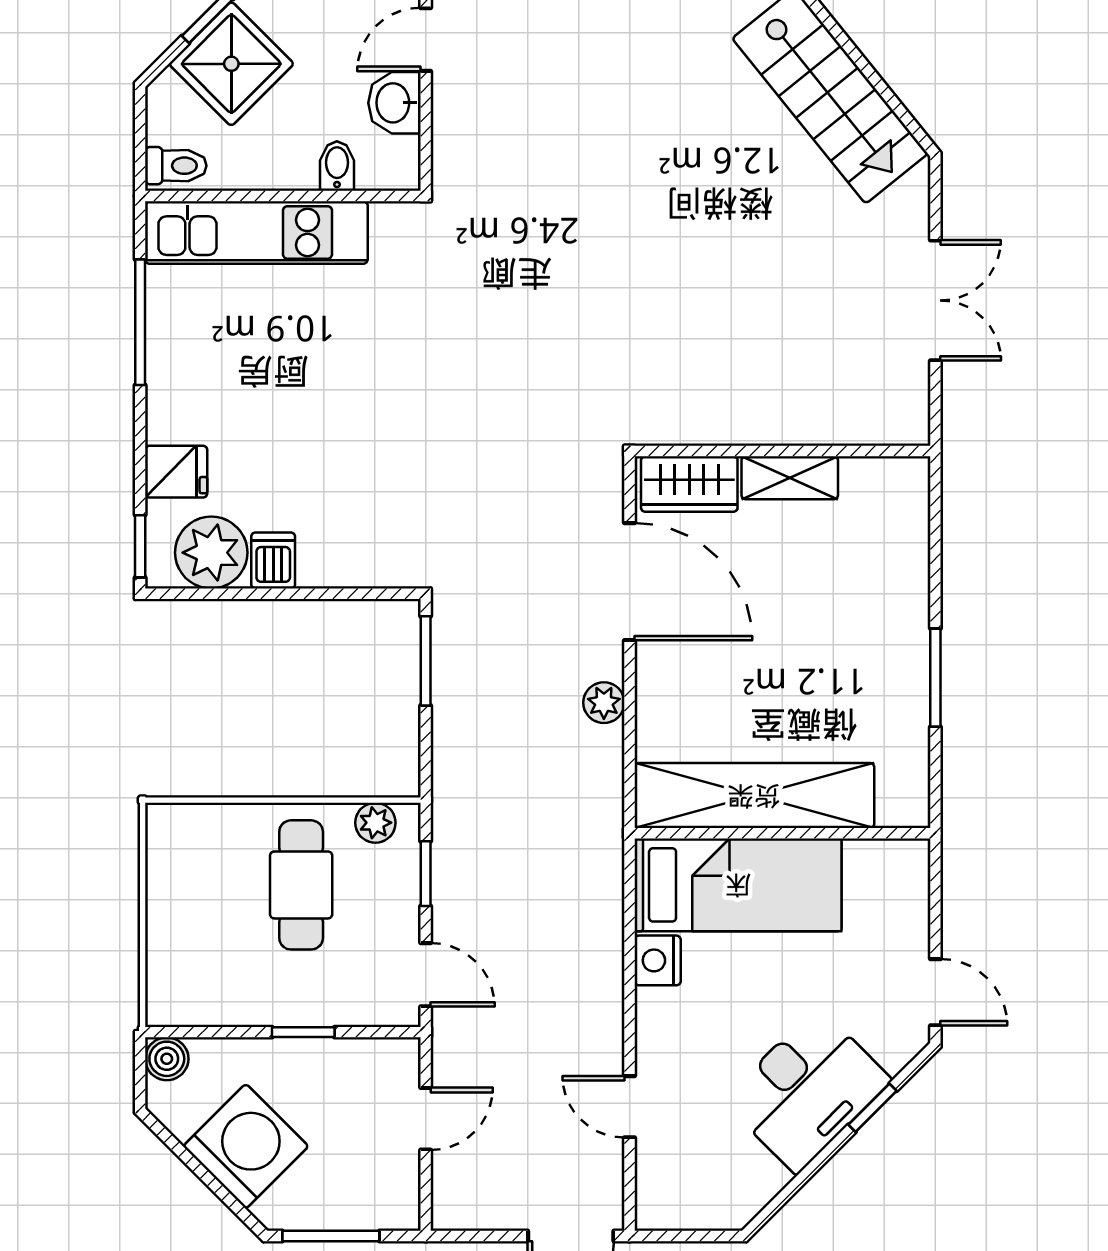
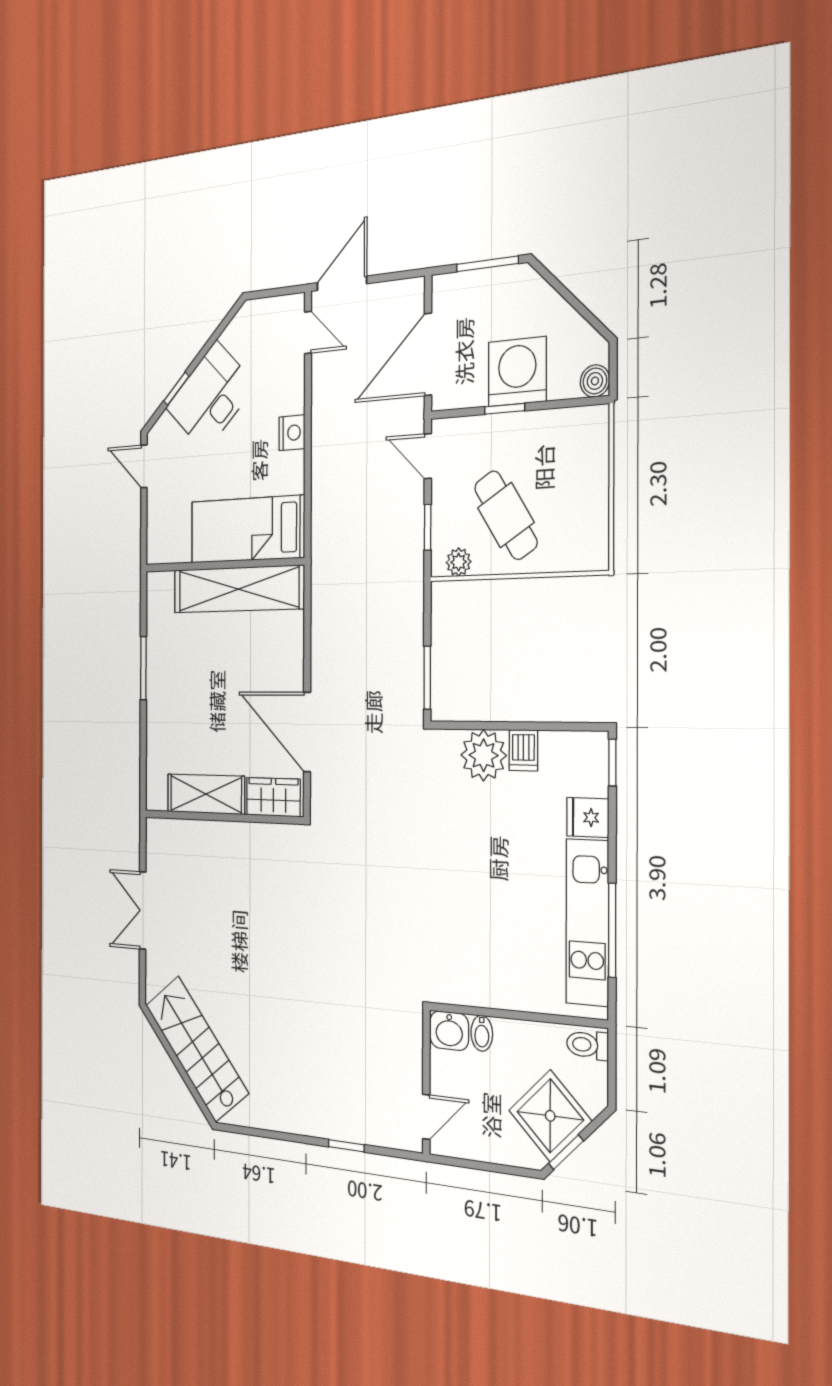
washbasin: (394, 103) -> (449, 1031), moved, turned 90
kitchen unit: (256, 232) -> (587, 922), moved, turned -90
shelving: (790, 478) -> (206, 794), width x1.50, depth x1.33
plant: (211, 553) -> (484, 755), moved
plant: (604, 703) -> (322, 650), removed
cafe table: (301, 885) -> (506, 515), turned -32
nightstand: (658, 960) -> (292, 433), moved
door: (630, 1107) -> (308, 332), moved
door: (426, 1119) -> (428, 354), width x1.88
washing machine: (246, 1146) -> (517, 372), moved, turned 135

